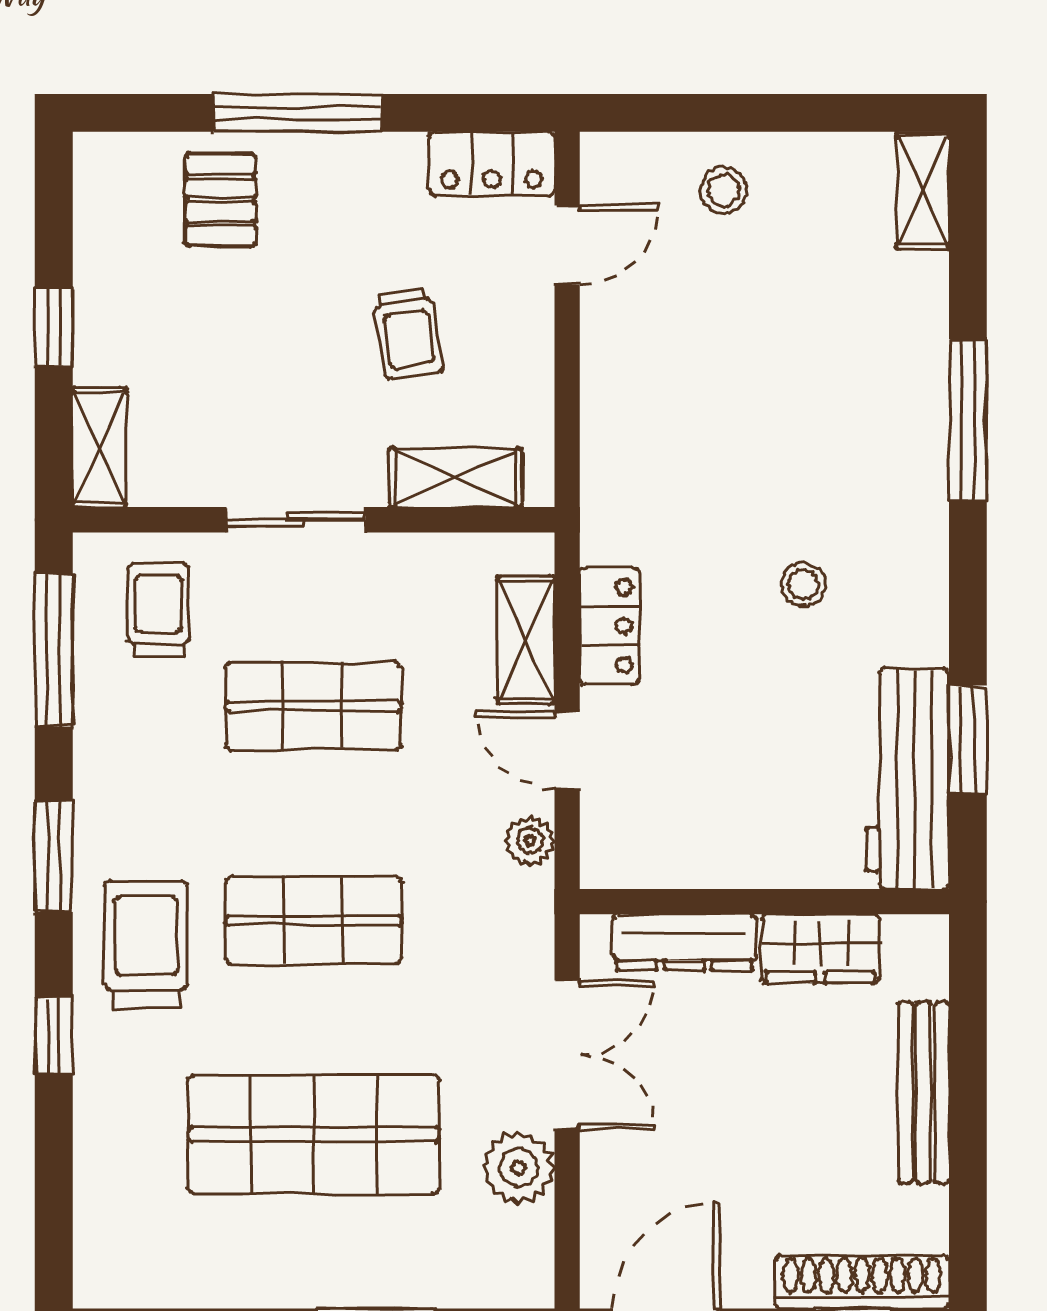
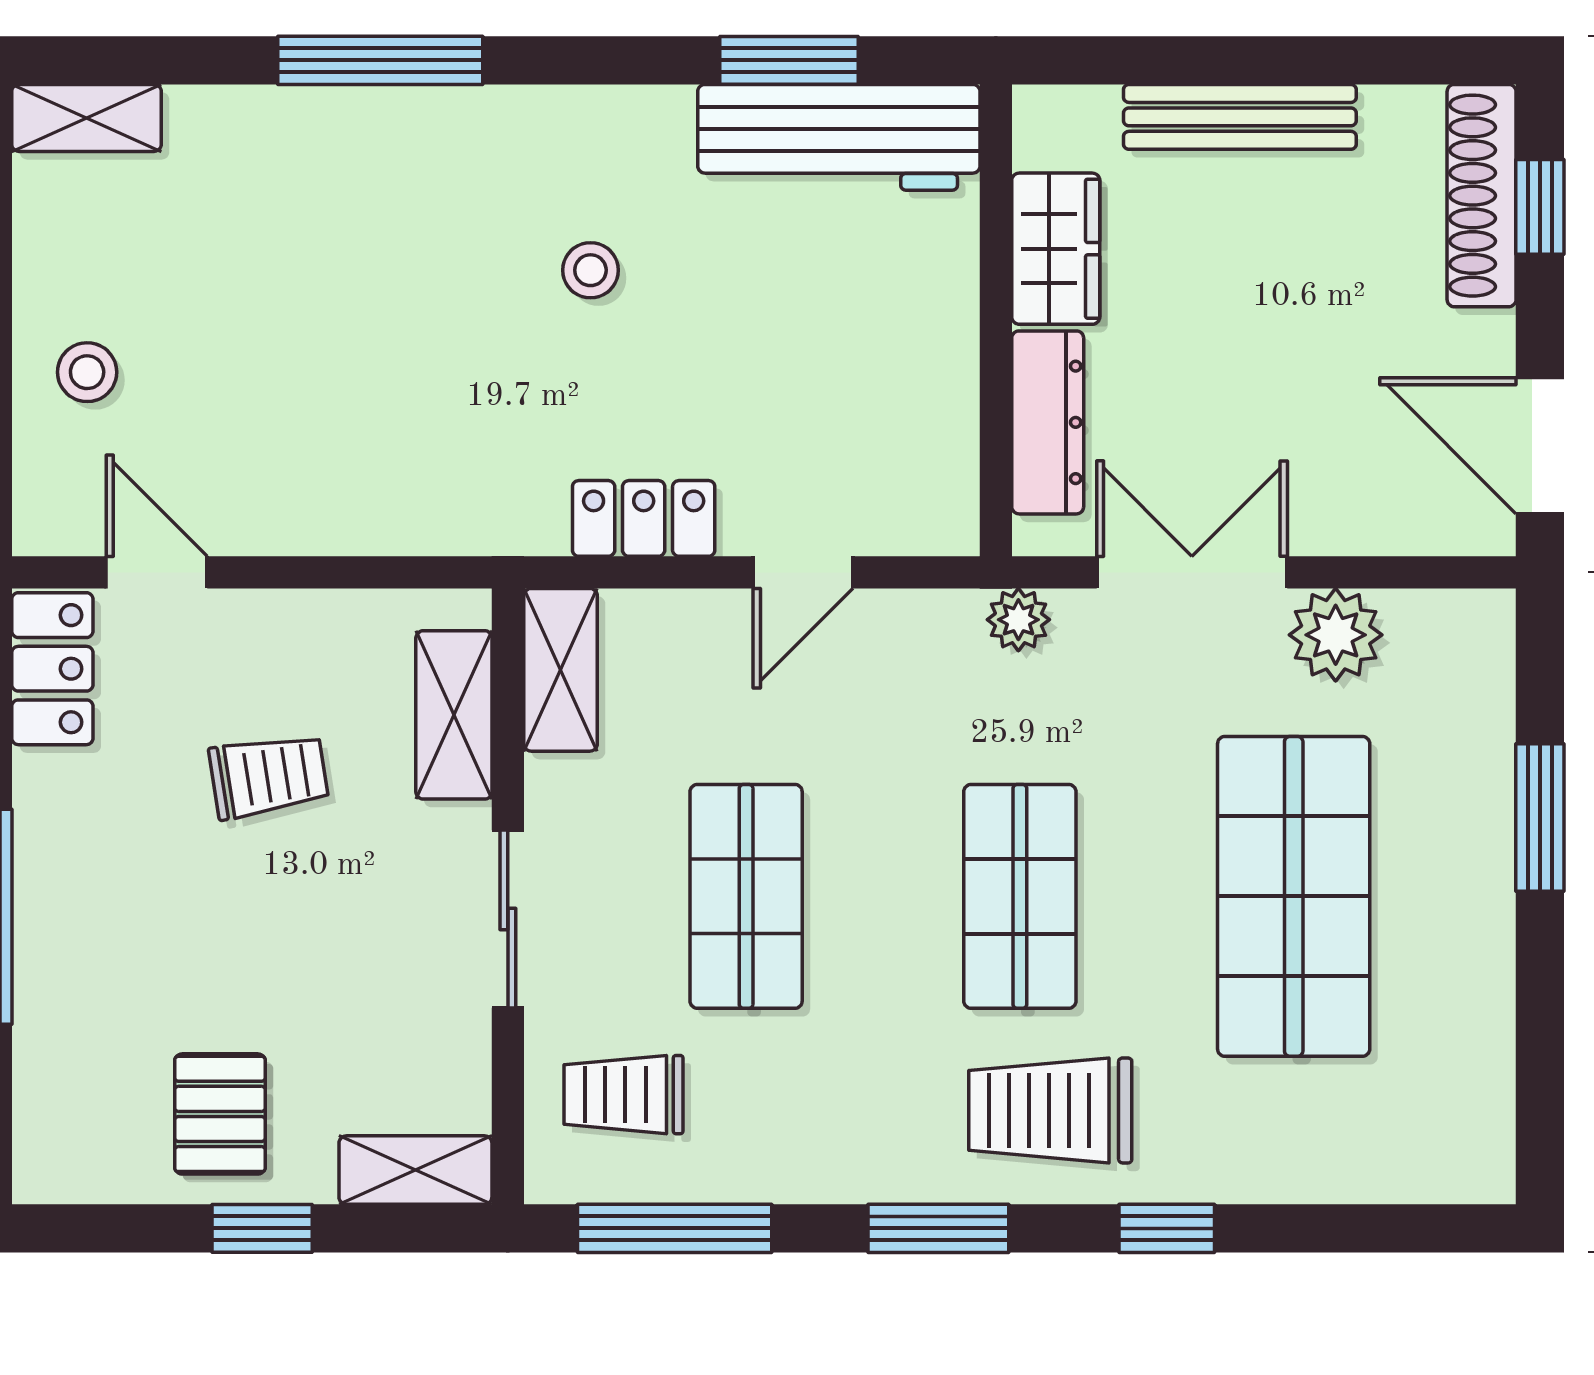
pallet: (220, 200) -> (220, 1114), moved, turned 90
shelving: (526, 640) -> (560, 670), moved, turned 90
plant: (530, 841) -> (1018, 620), moved

